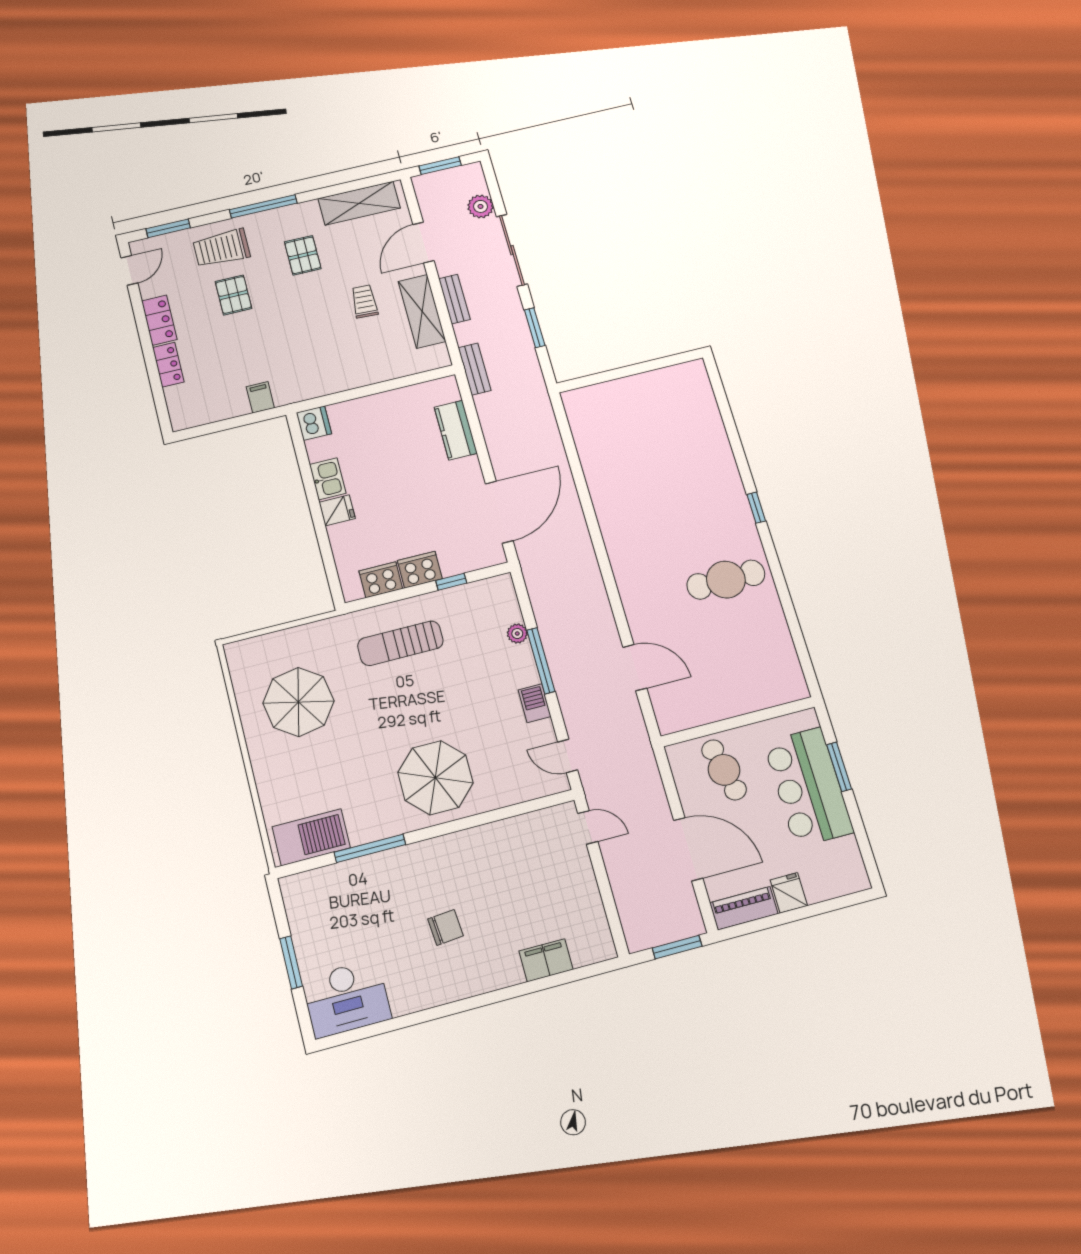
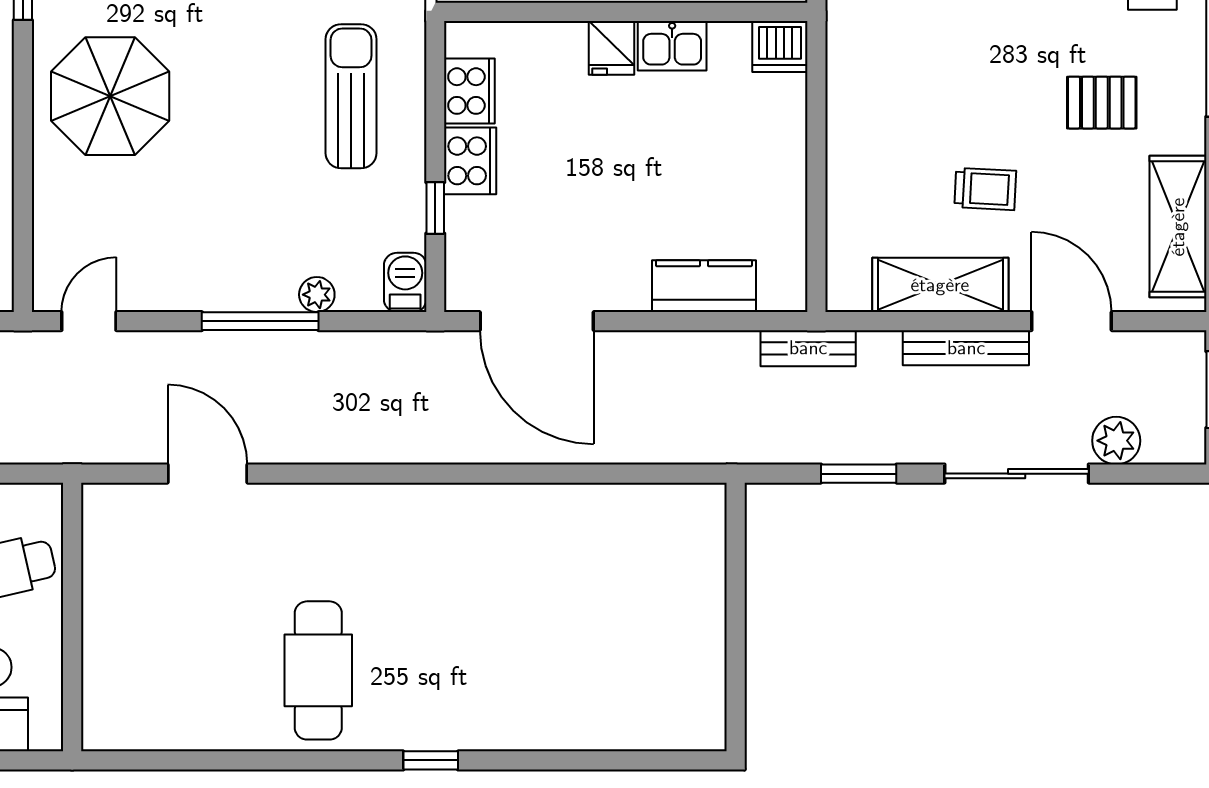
bench: (454, 299) -> (966, 348), width x1.36
door: (635, 668) -> (207, 474), swing flipped
barbecue: (535, 703) -> (405, 282), moved, turned -90

